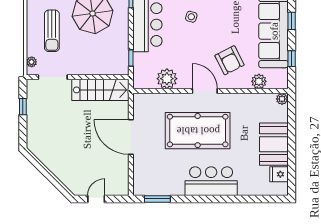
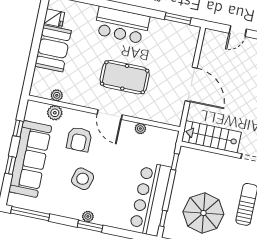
side table: (191, 17) -> (83, 179), moved, width x1.87, depth x1.87
armchair: (230, 60) -> (79, 139), turned -153
plant: (167, 79) -> (140, 129), width x0.53, depth x0.53
plant: (282, 99) -> (57, 95), moved
pool table: (198, 131) -> (125, 77), width x0.73, depth x0.76

